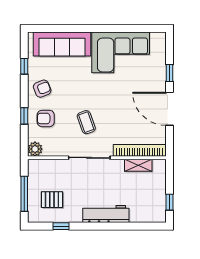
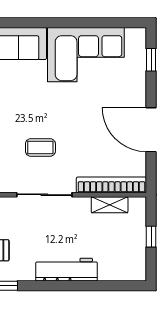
window: (169, 73) -> (151, 60), moved
coffee table: (86, 122) -> (40, 147), turned -70
window: (169, 202) -> (151, 237), moved

